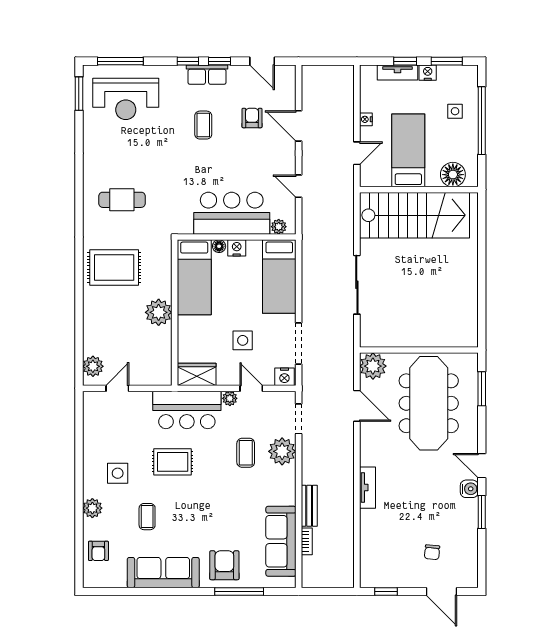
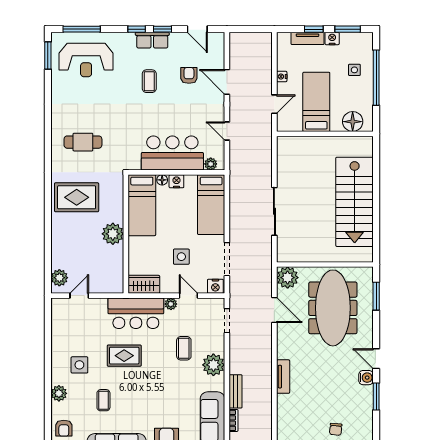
stairs: (415, 215) -> (355, 202), moved, turned 90
plant: (282, 451) -> (213, 365), moved

